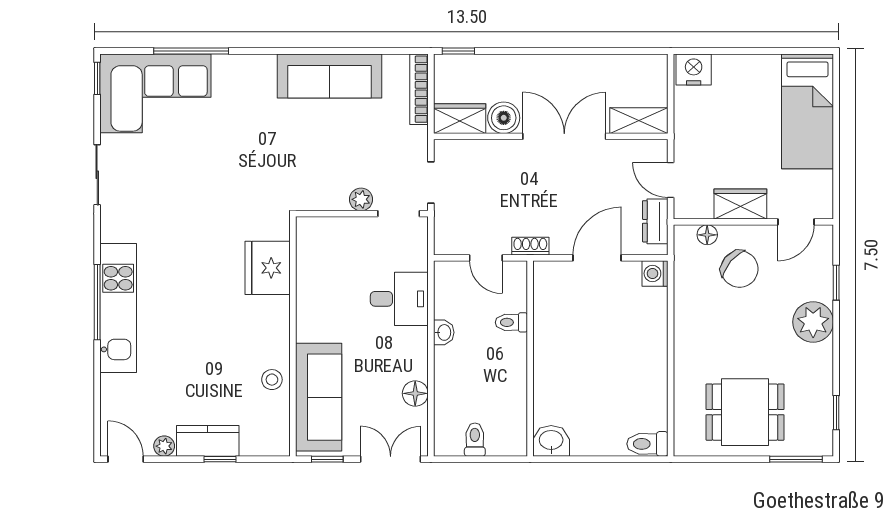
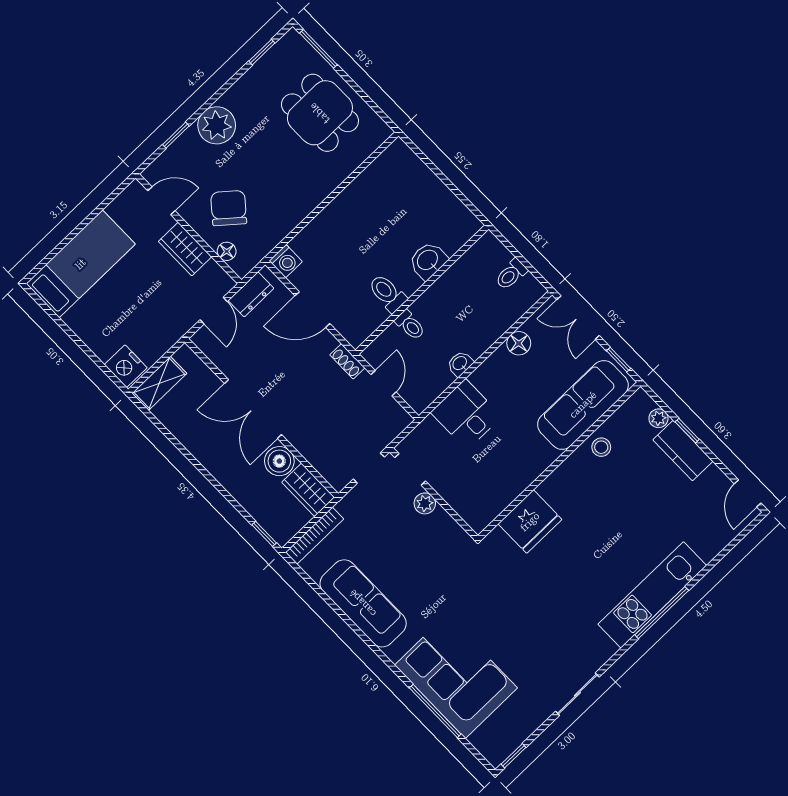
corner sofa: (155, 93) -> (456, 676), moved
shelving: (639, 121) -> (159, 383), moved, turned 90
washbasin: (551, 441) -> (428, 260), moved, turned 90
toilet: (647, 444) -> (387, 293), moved, turned 180
plant: (164, 446) -> (658, 418), moved

